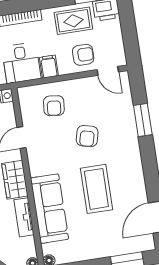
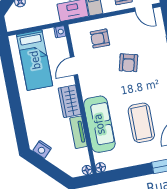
armchair: (54, 106) -> (100, 39), turned 84
coffee table: (96, 189) -> (141, 123), moved

